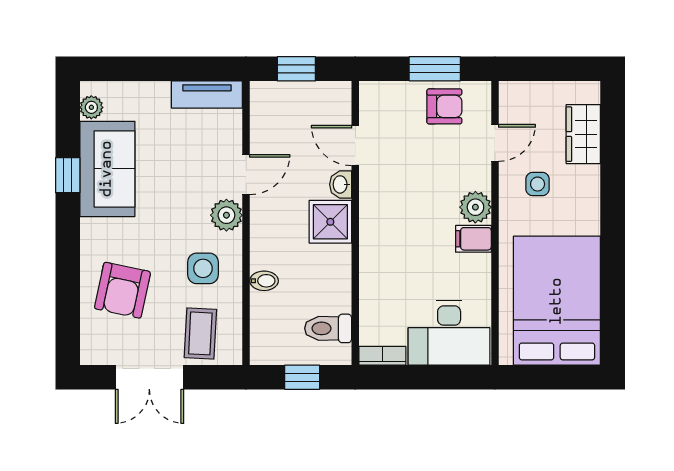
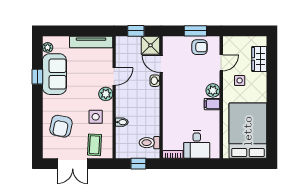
tv unit: (207, 95) -> (91, 42), width x1.41
shower: (330, 222) -> (150, 45), moved
desk: (449, 333) -> (197, 145), width x0.73

